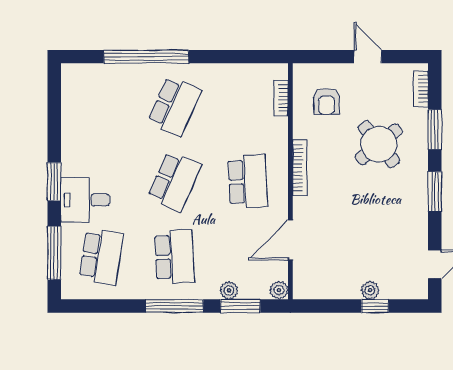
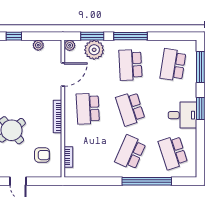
armchair: (326, 102) -> (42, 155), turned 90
school desk: (101, 106) -> (173, 152), added
school desk: (175, 181) -> (130, 109), turned -42
desk: (85, 200) -> (182, 115), moved
plant: (229, 290) -> (94, 50), width x1.88, depth x1.88
plant: (370, 290) -> (38, 45), moved

